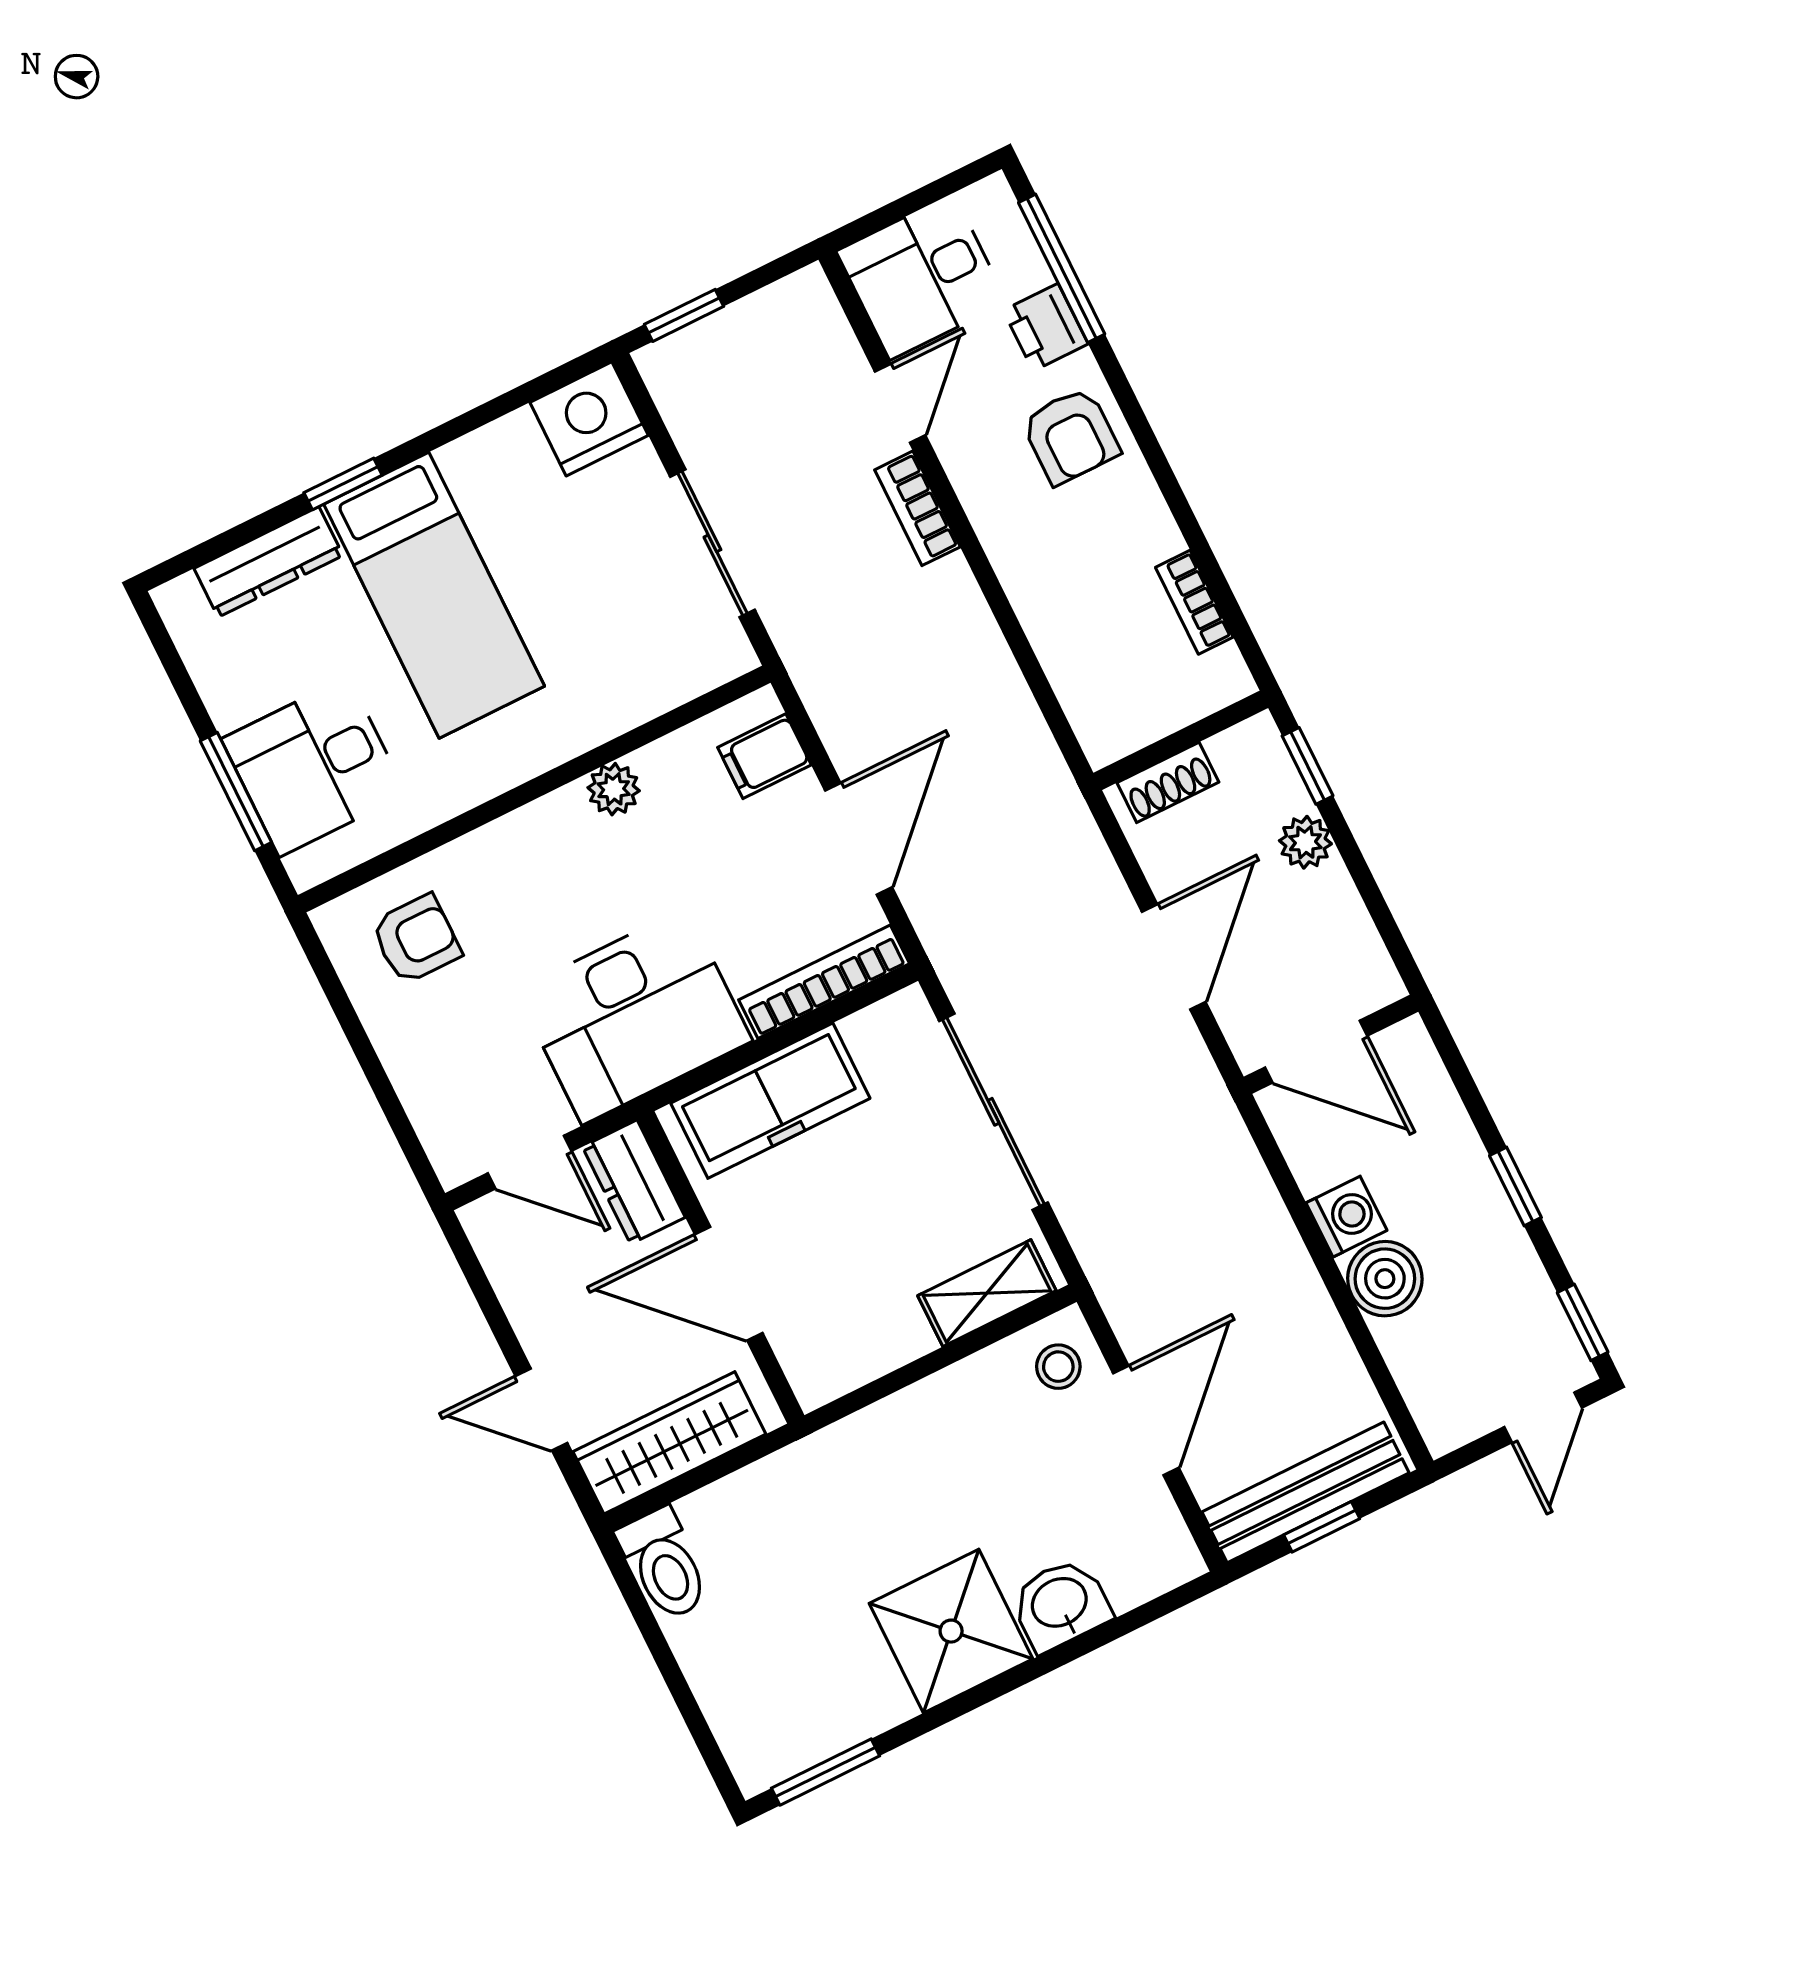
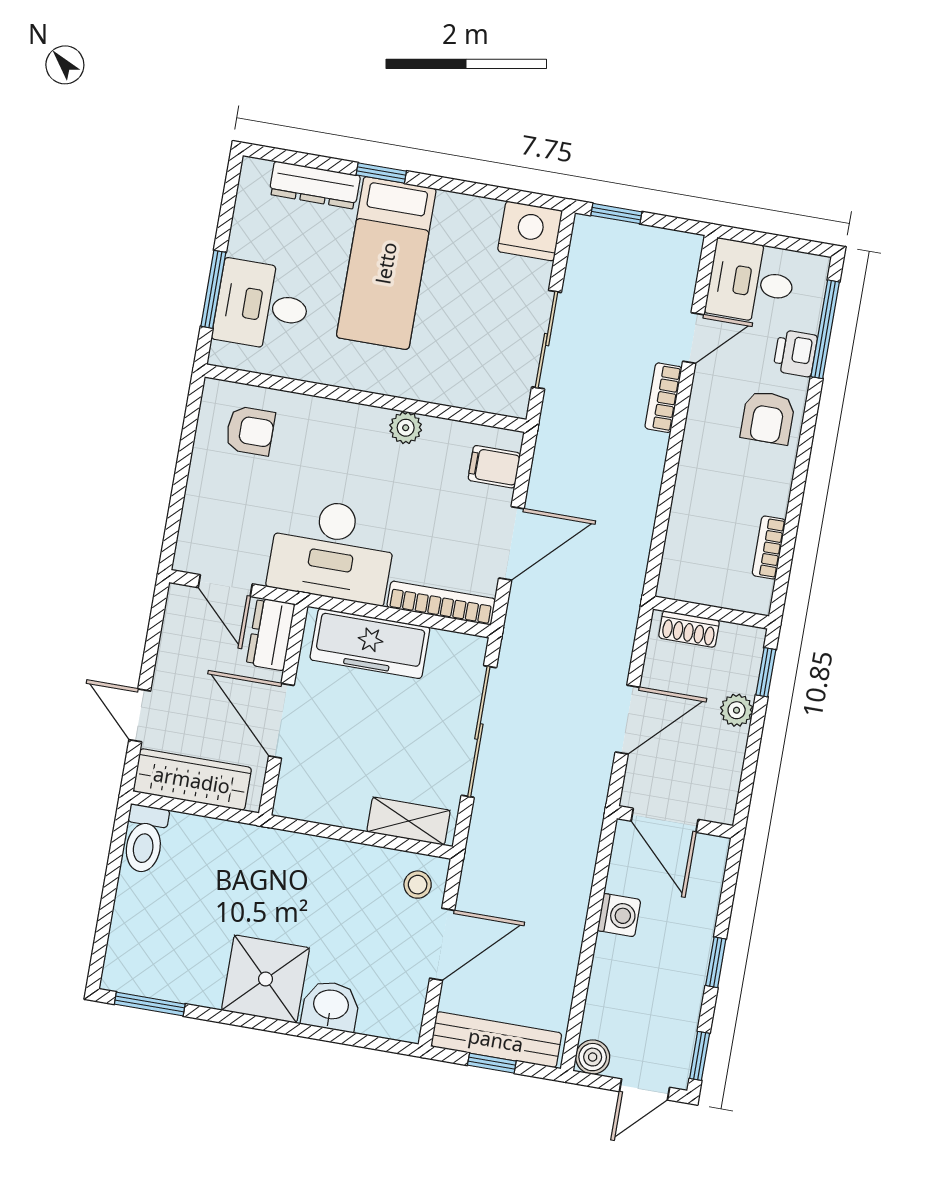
boiler: (1385, 1279) -> (593, 1057), moved, width x0.73, depth x0.73

